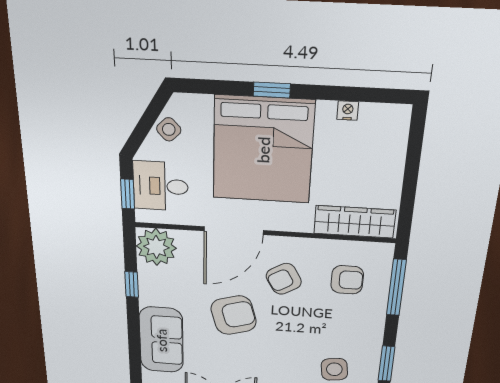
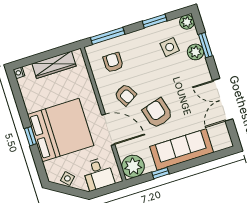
nightstand: (348, 110) -> (19, 73), moved
window: (128, 194) -> (109, 189), removed
wardrobe: (355, 222) -> (54, 65), moved, turned -90
sofa: (161, 340) -> (182, 149), width x1.36

